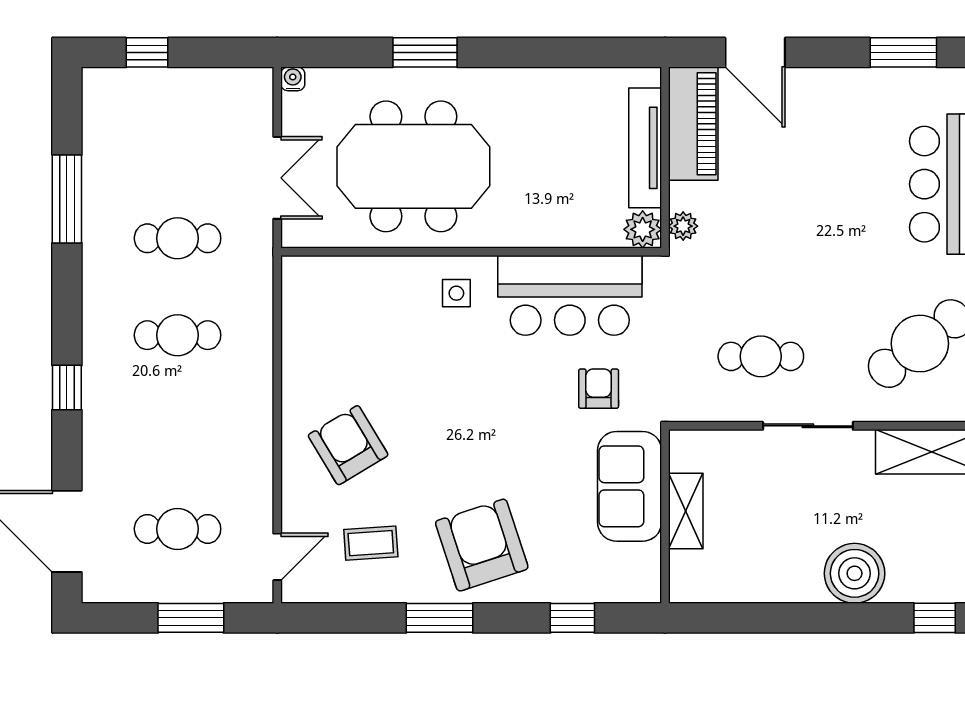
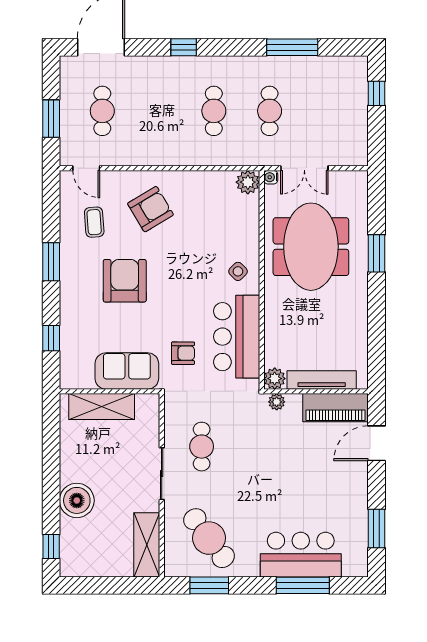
water cooler: (293, 79) -> (271, 177), moved, turned 180
plant: (301, 276) -> (248, 182), added
side table: (456, 293) -> (238, 271), turned 45
shelving: (686, 511) -> (102, 407), width x1.50, depth x1.33
armchair: (482, 545) -> (125, 281), moved, turned -72

